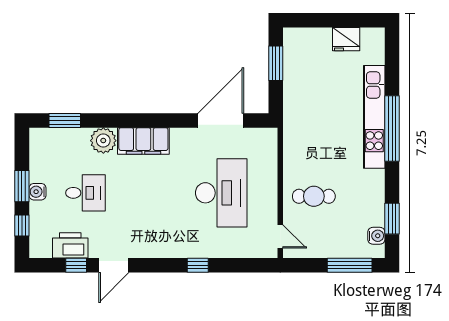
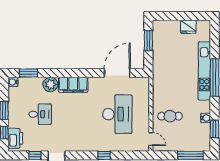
water cooler: (37, 192) -> (13, 82), moved
water cooler: (376, 236) -> (206, 118), moved
printer: (70, 245) -> (15, 138), moved, turned 90

